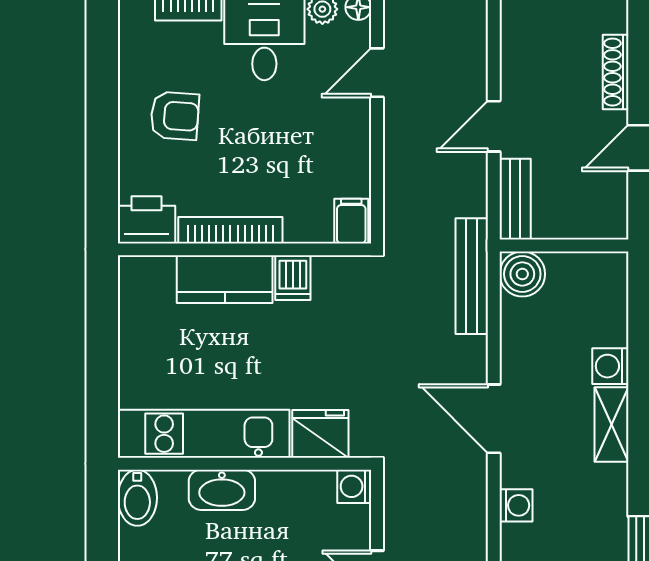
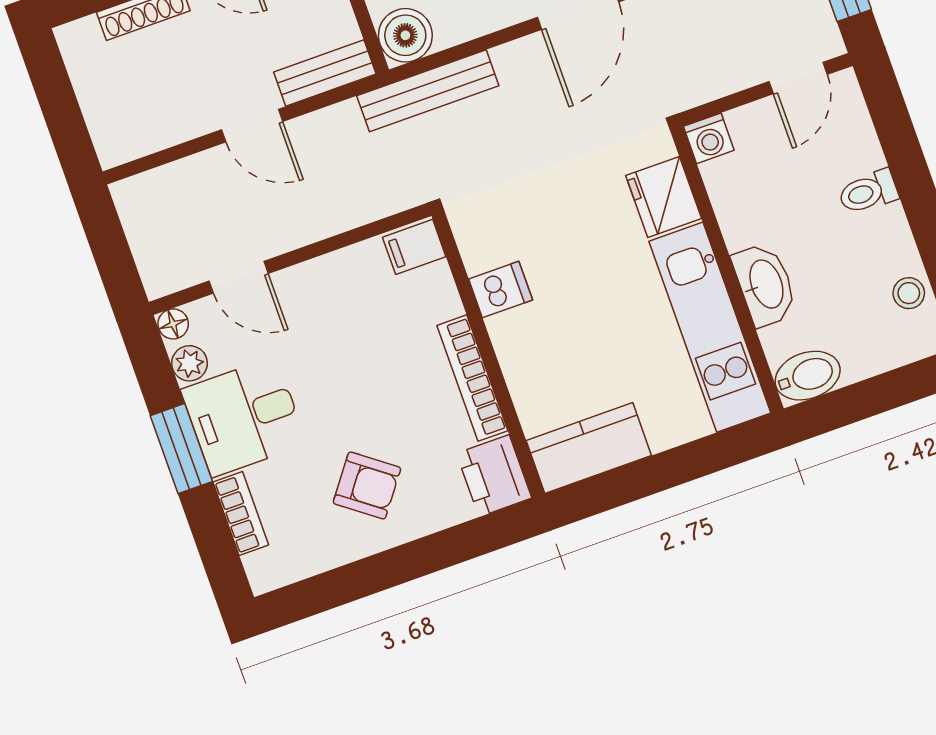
armchair: (175, 116) -> (367, 485), turned 123
kitchen counter: (225, 279) -> (589, 448), moved, turned -90

